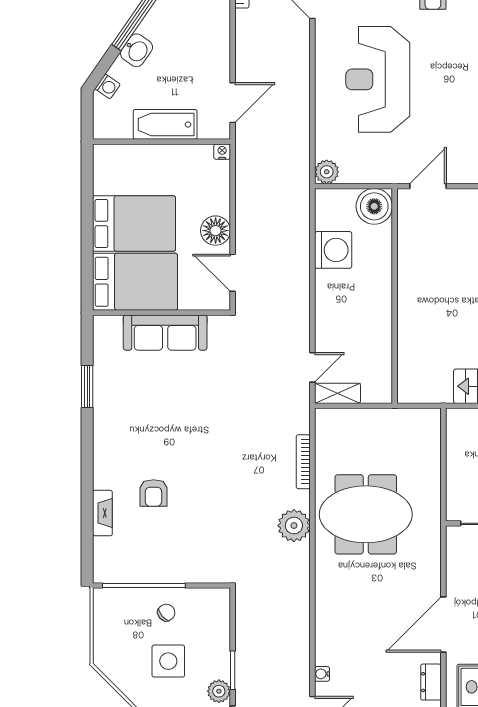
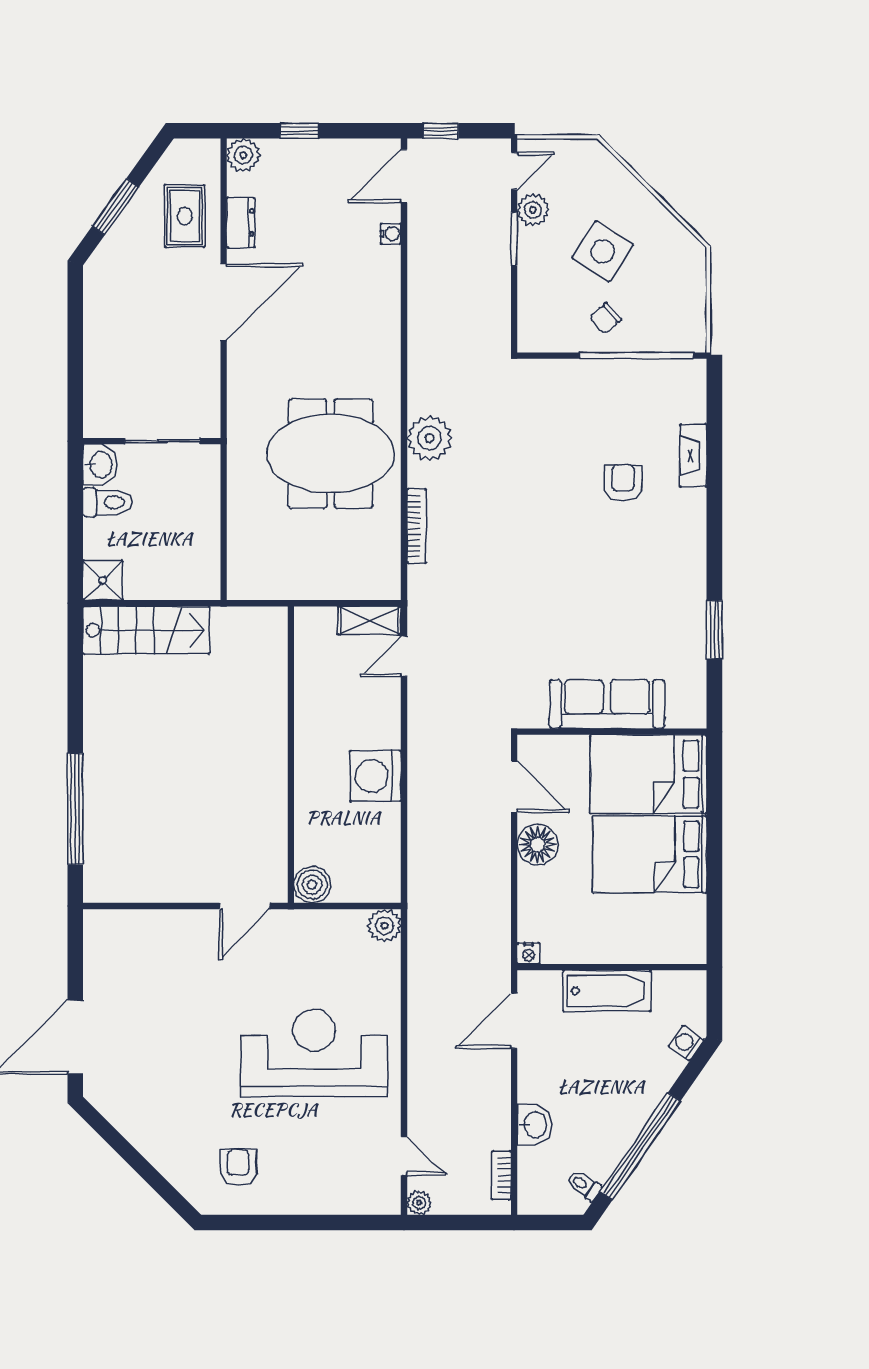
washbasin: (137, 50) -> (535, 1125), moved, turned 145
reception desk: (378, 79) -> (314, 1053), turned -90
boiler: (374, 206) -> (312, 885), width x0.73, depth x0.73
washing machine: (333, 250) -> (376, 776), moved
side table: (168, 661) -> (603, 251), turned 33

